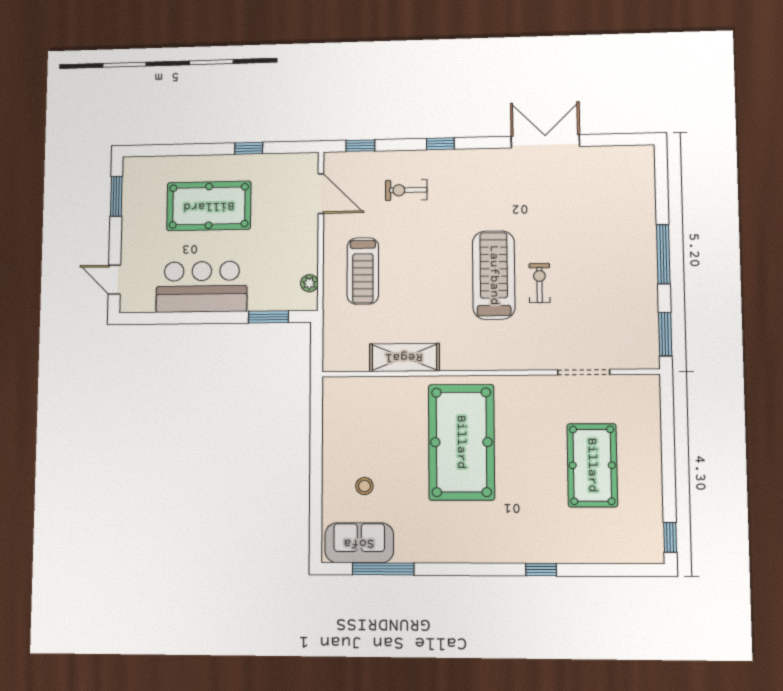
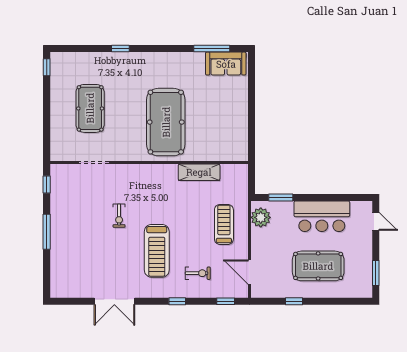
treadmill: (494, 275) -> (157, 251), moved
plant: (309, 283) -> (261, 217), width x1.88, depth x1.88
window: (665, 334) -> (47, 185), width x0.67
stool: (364, 486) -> (223, 97), removed

